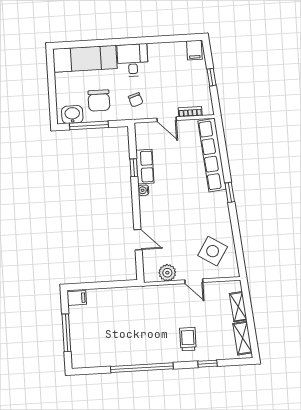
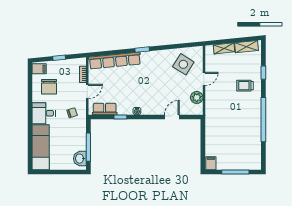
chair: (99, 100) -> (49, 87), moved, turned 90
row of seats: (145, 167) -> (105, 109), moved

